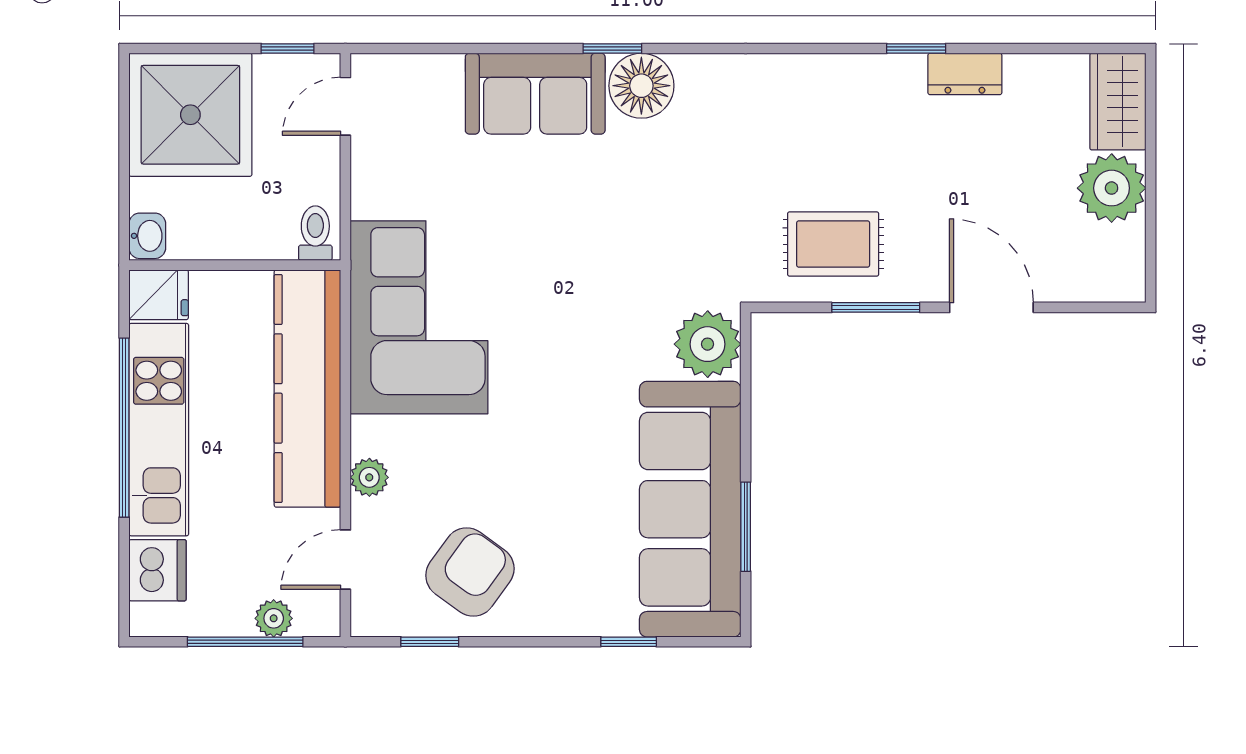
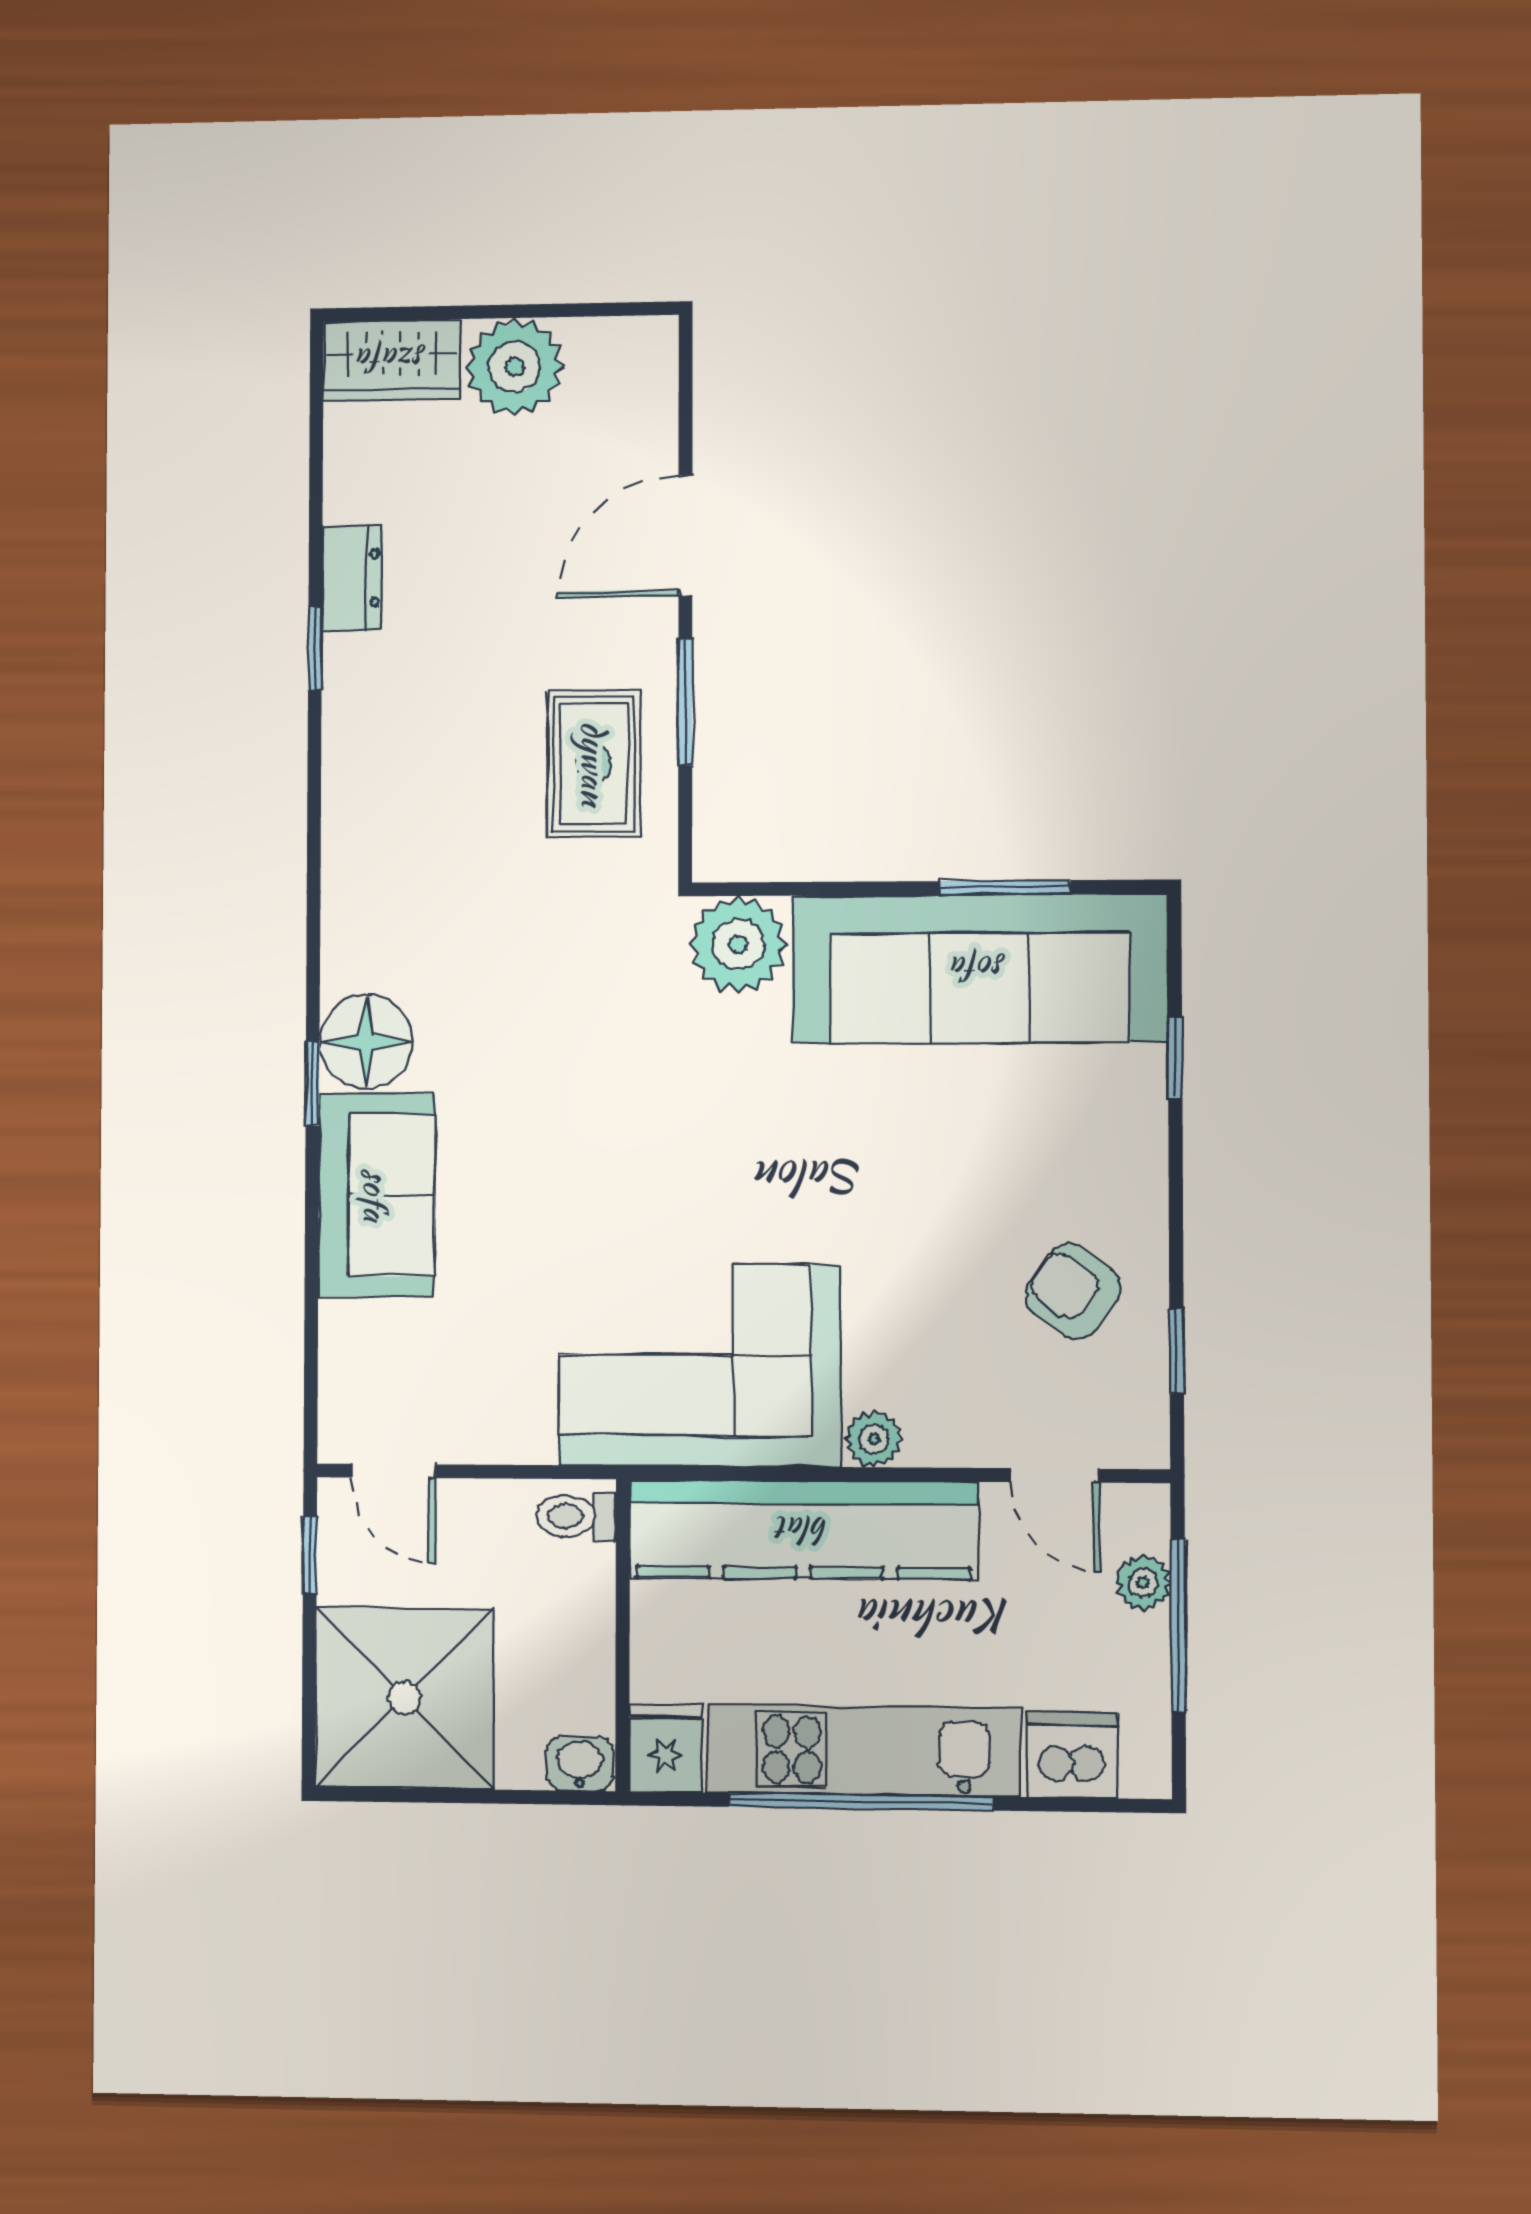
plant: (369, 477) -> (874, 1439), moved
armchair: (470, 572) -> (1073, 1291), width x0.72, depth x0.72

